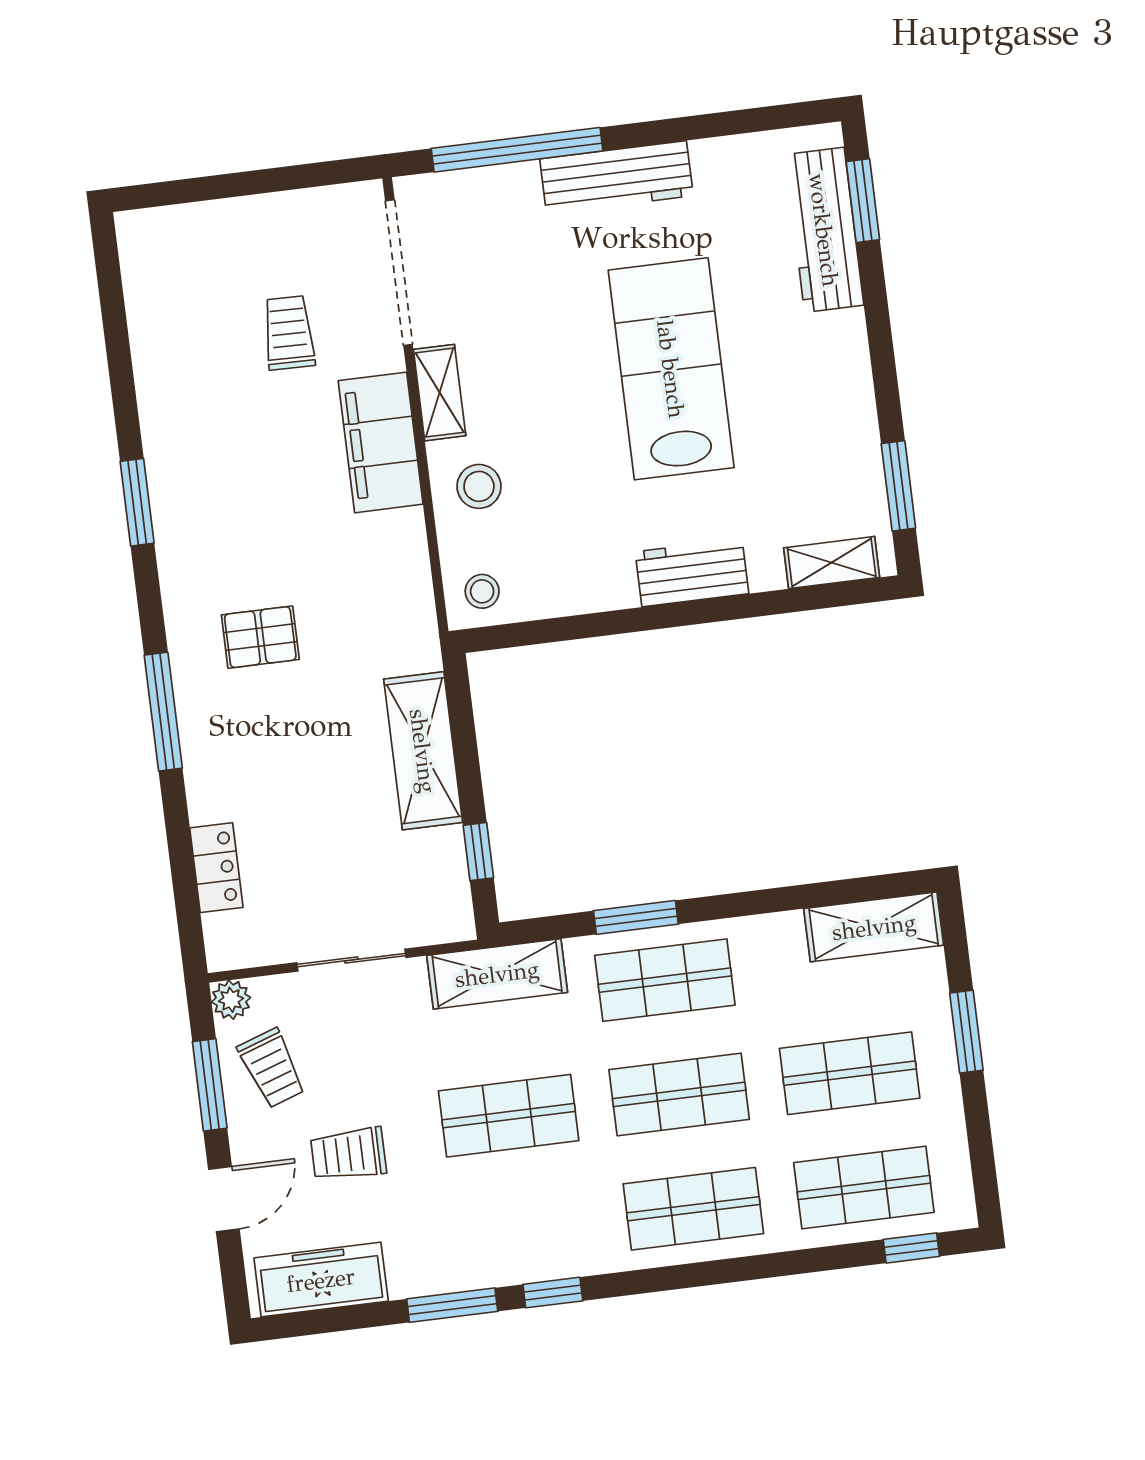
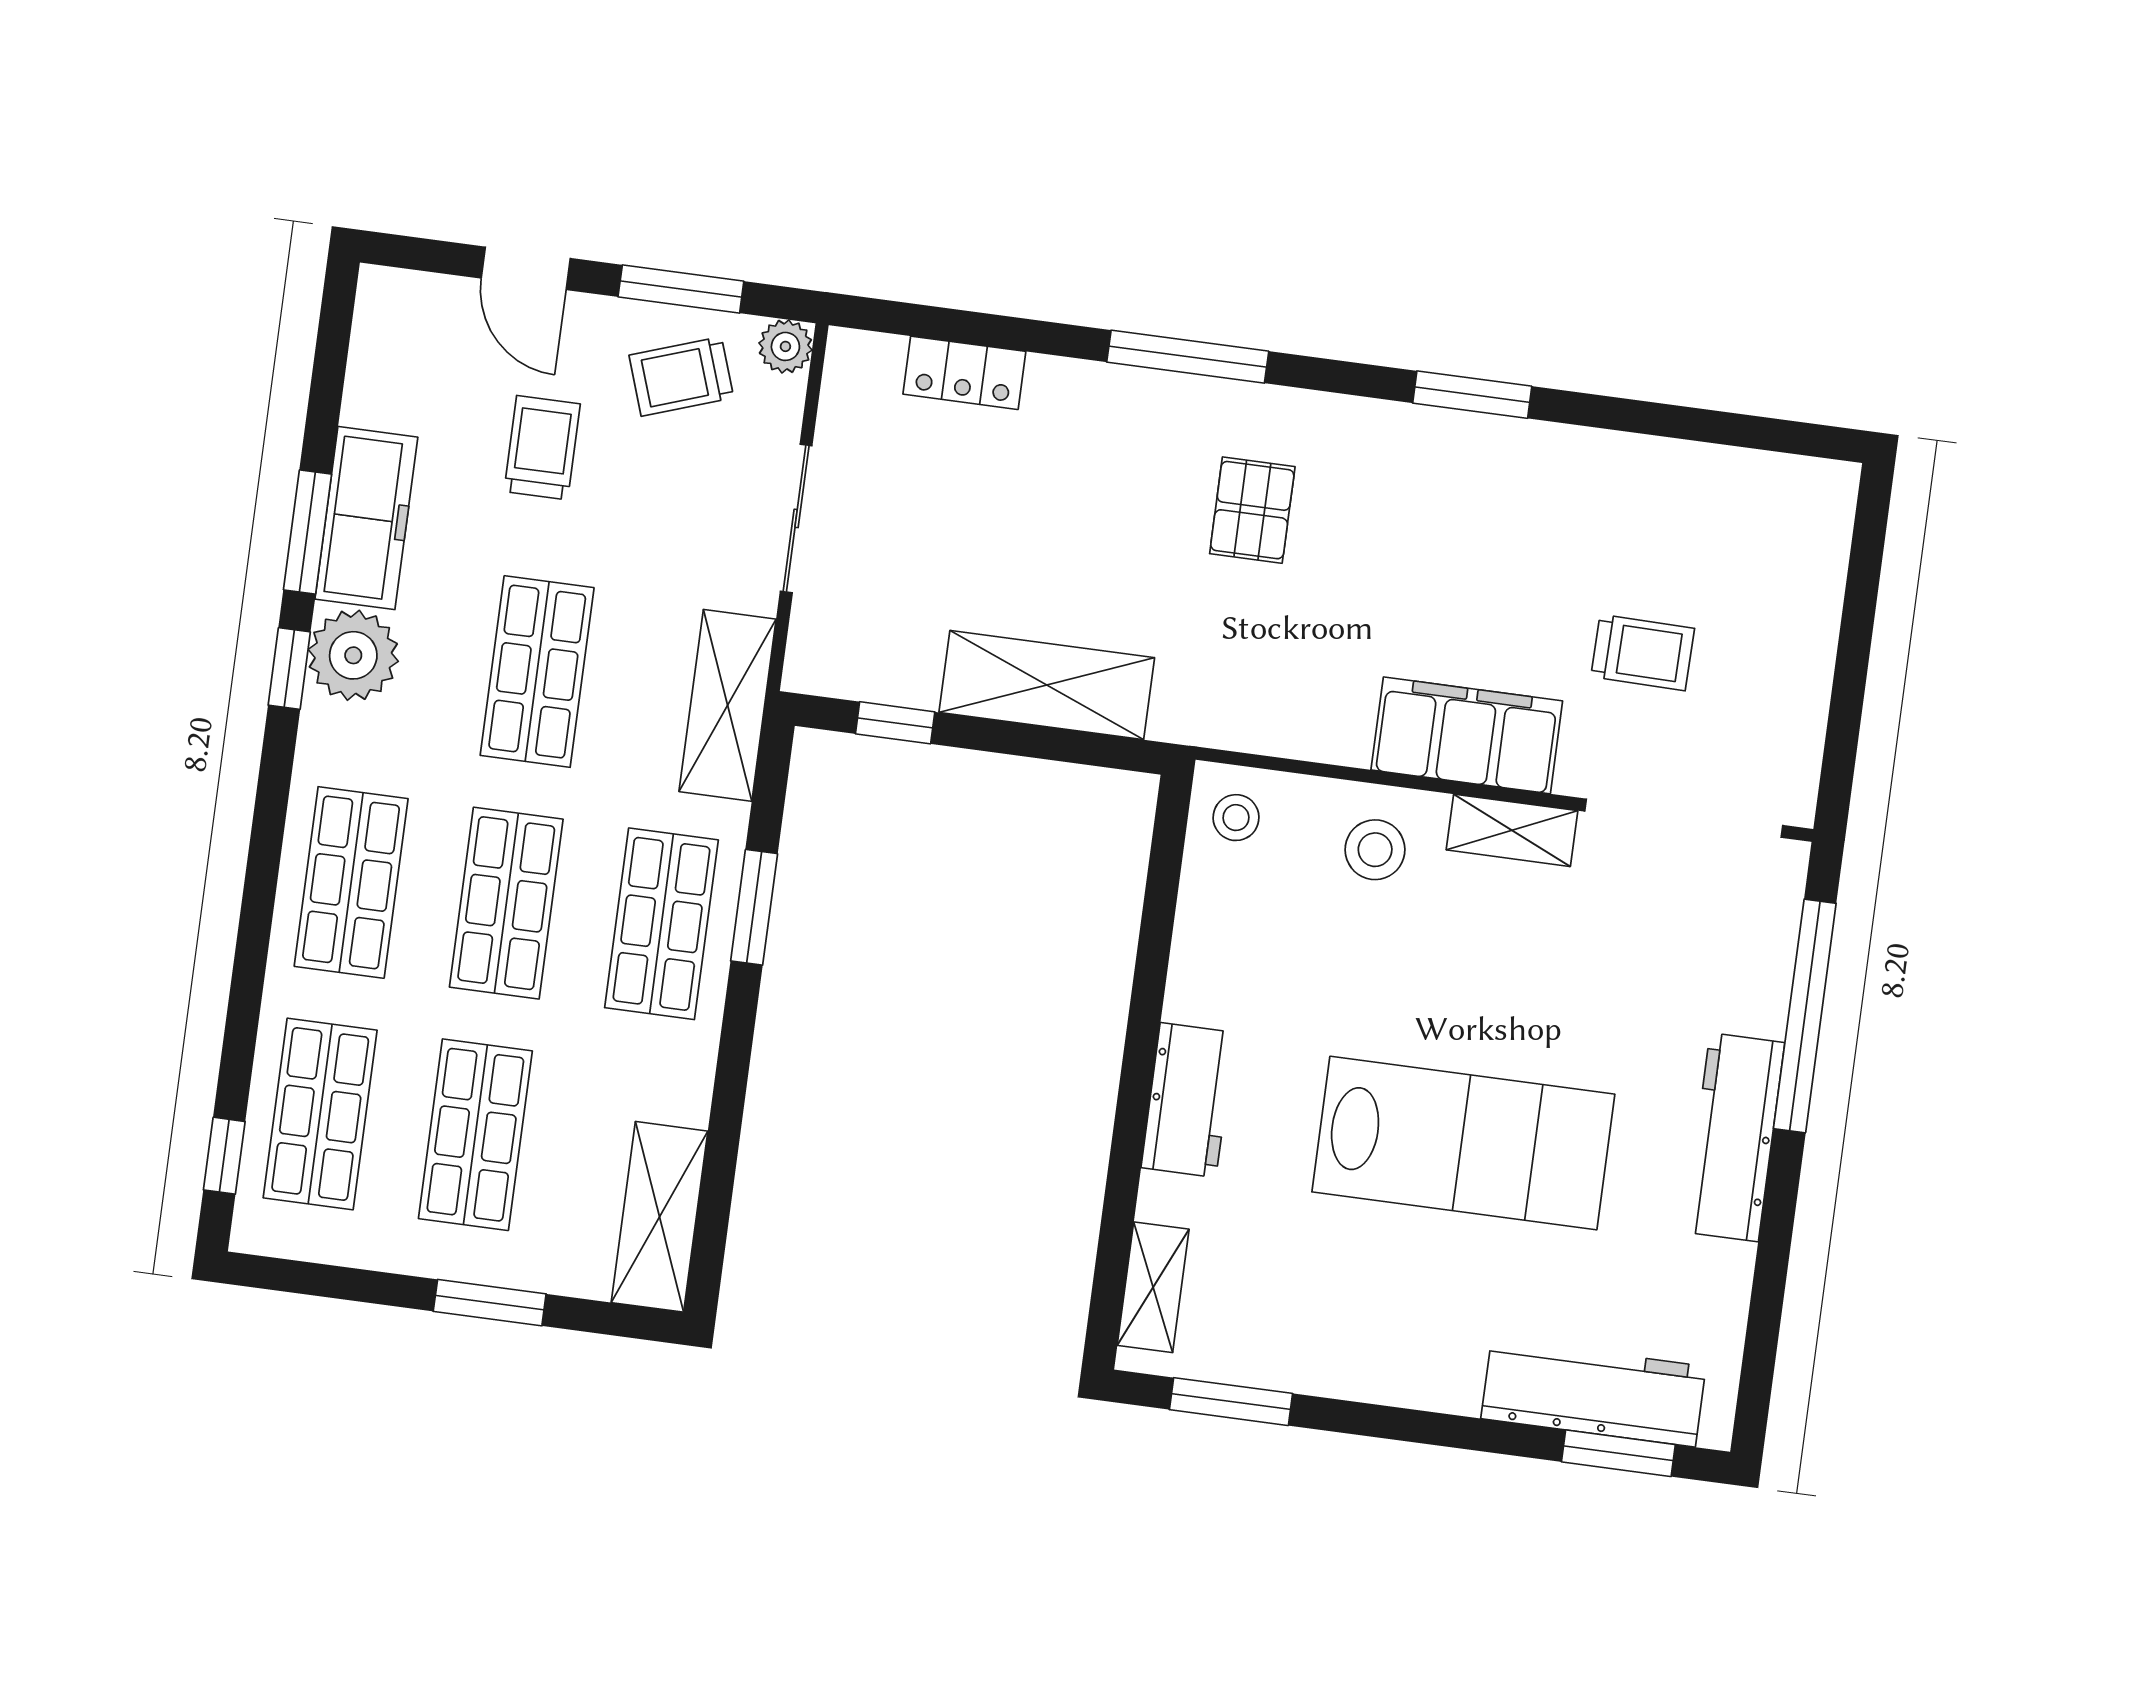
plant: (531, 1250) -> (353, 655), added
freezer: (321, 1280) -> (366, 518), moved

